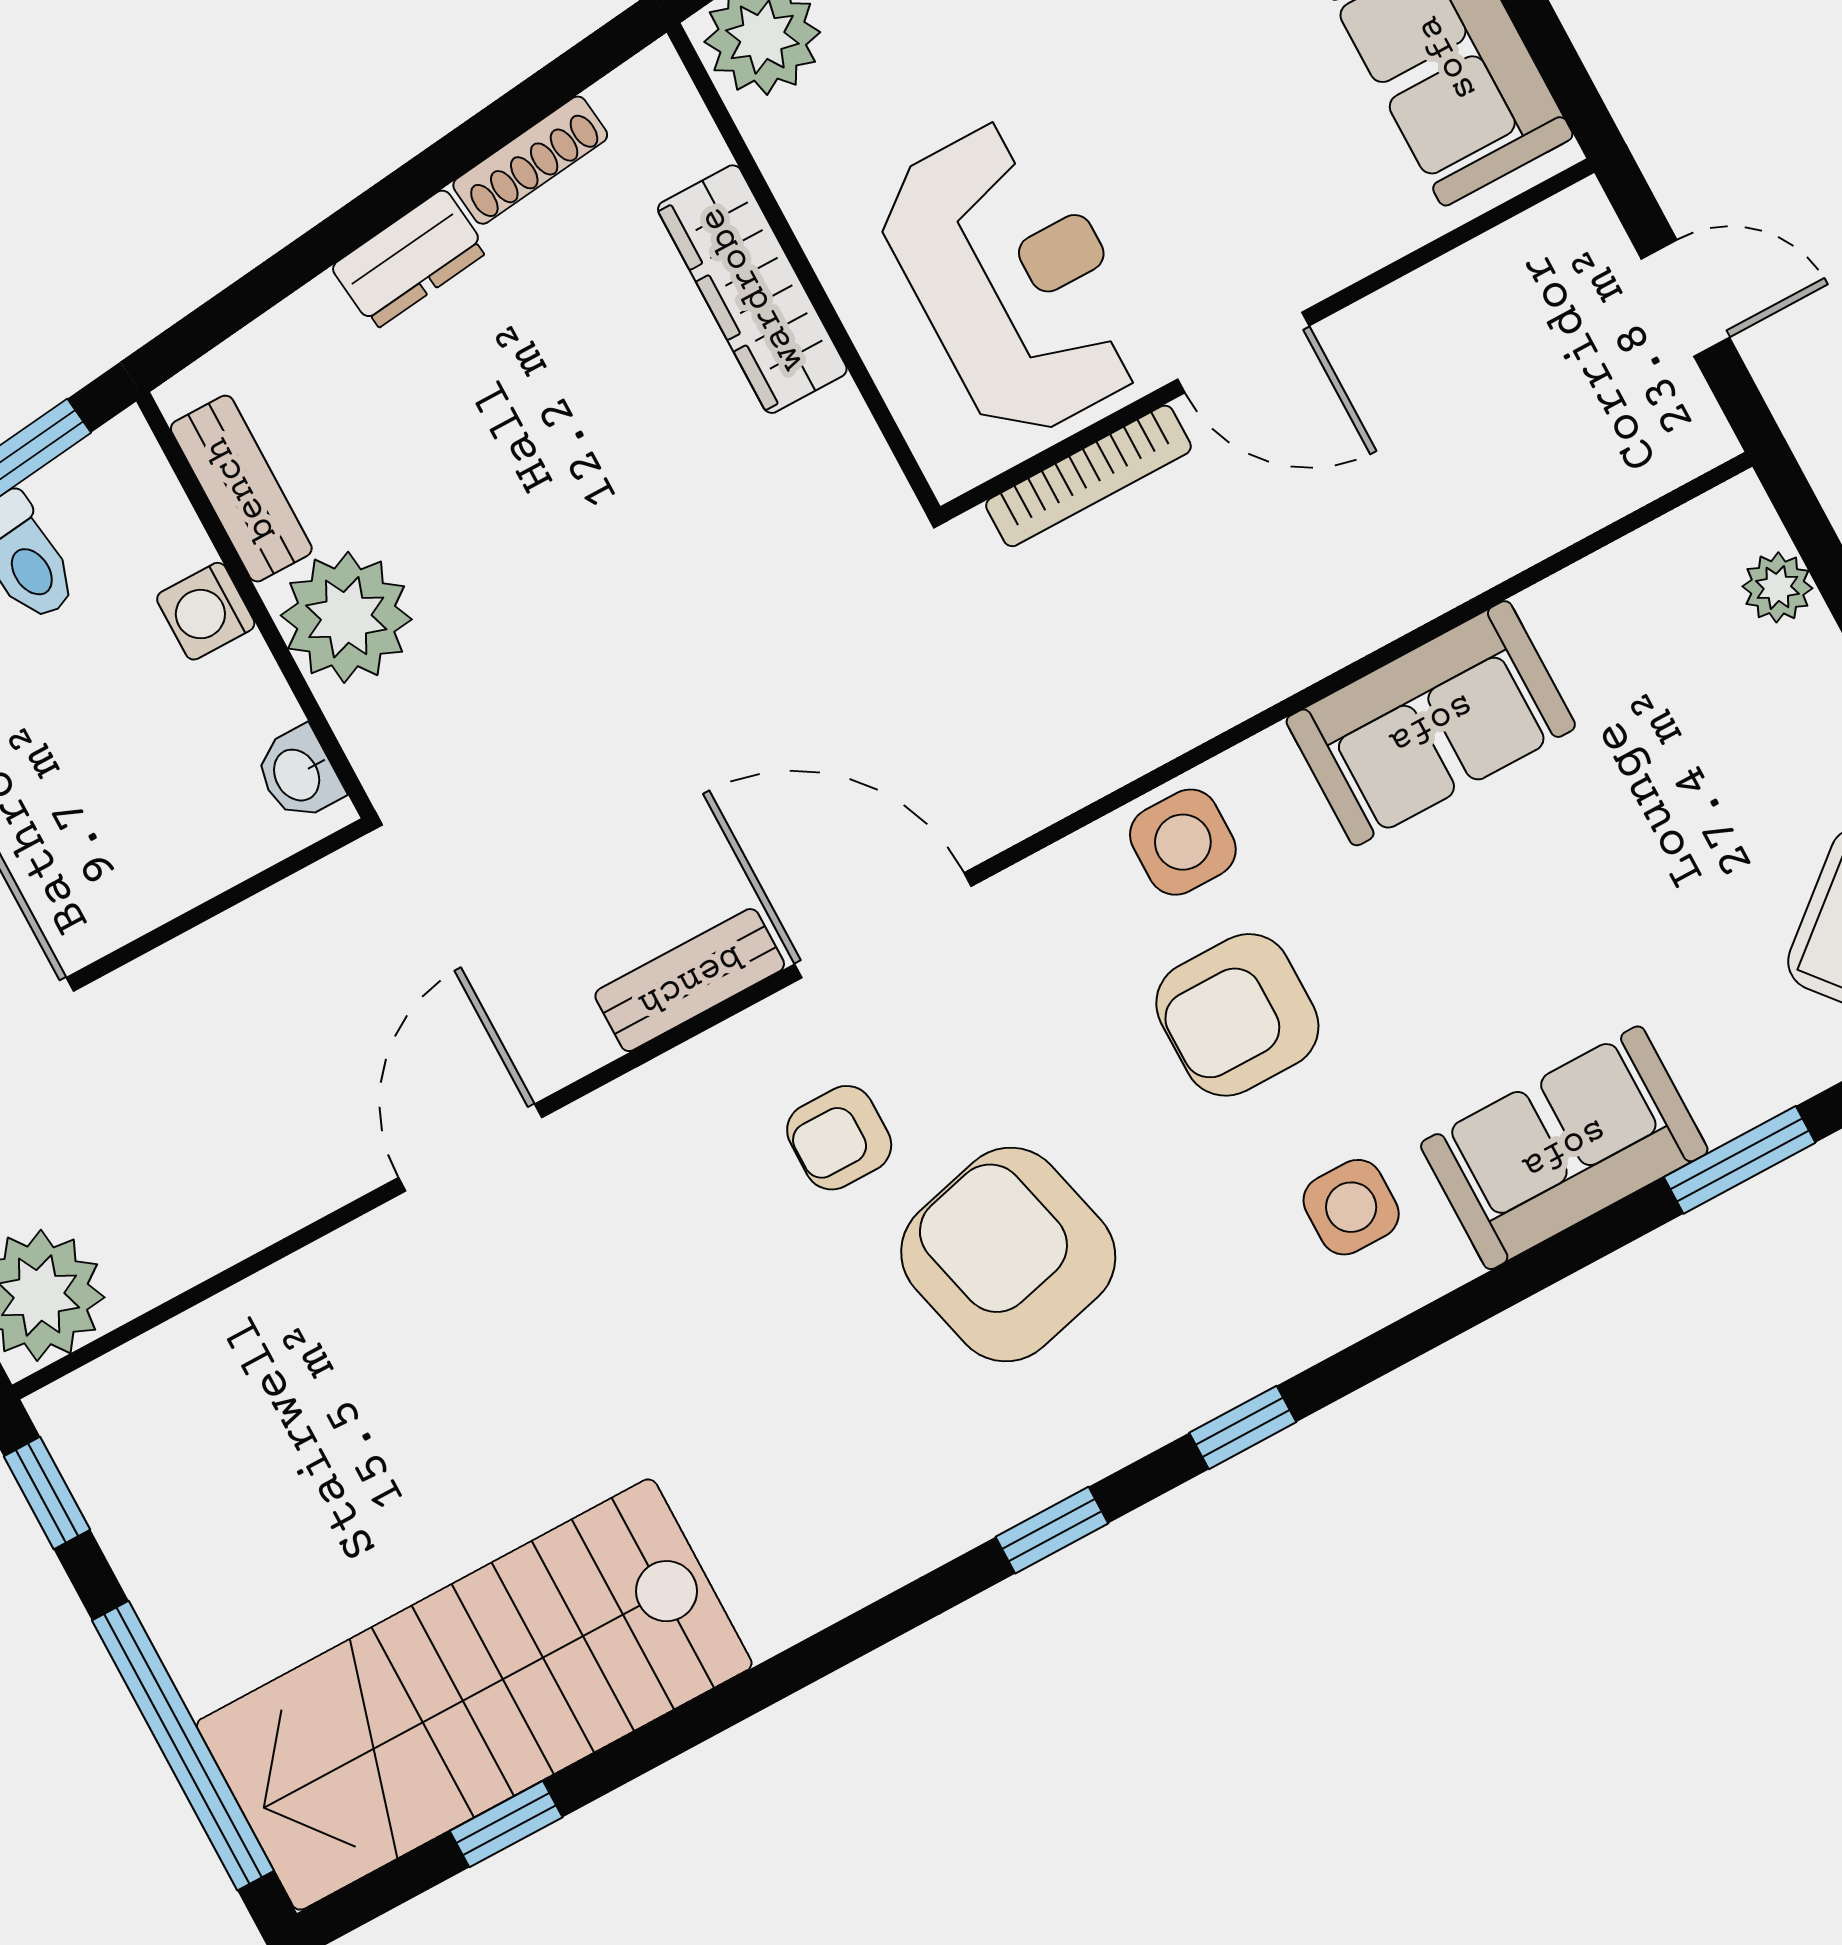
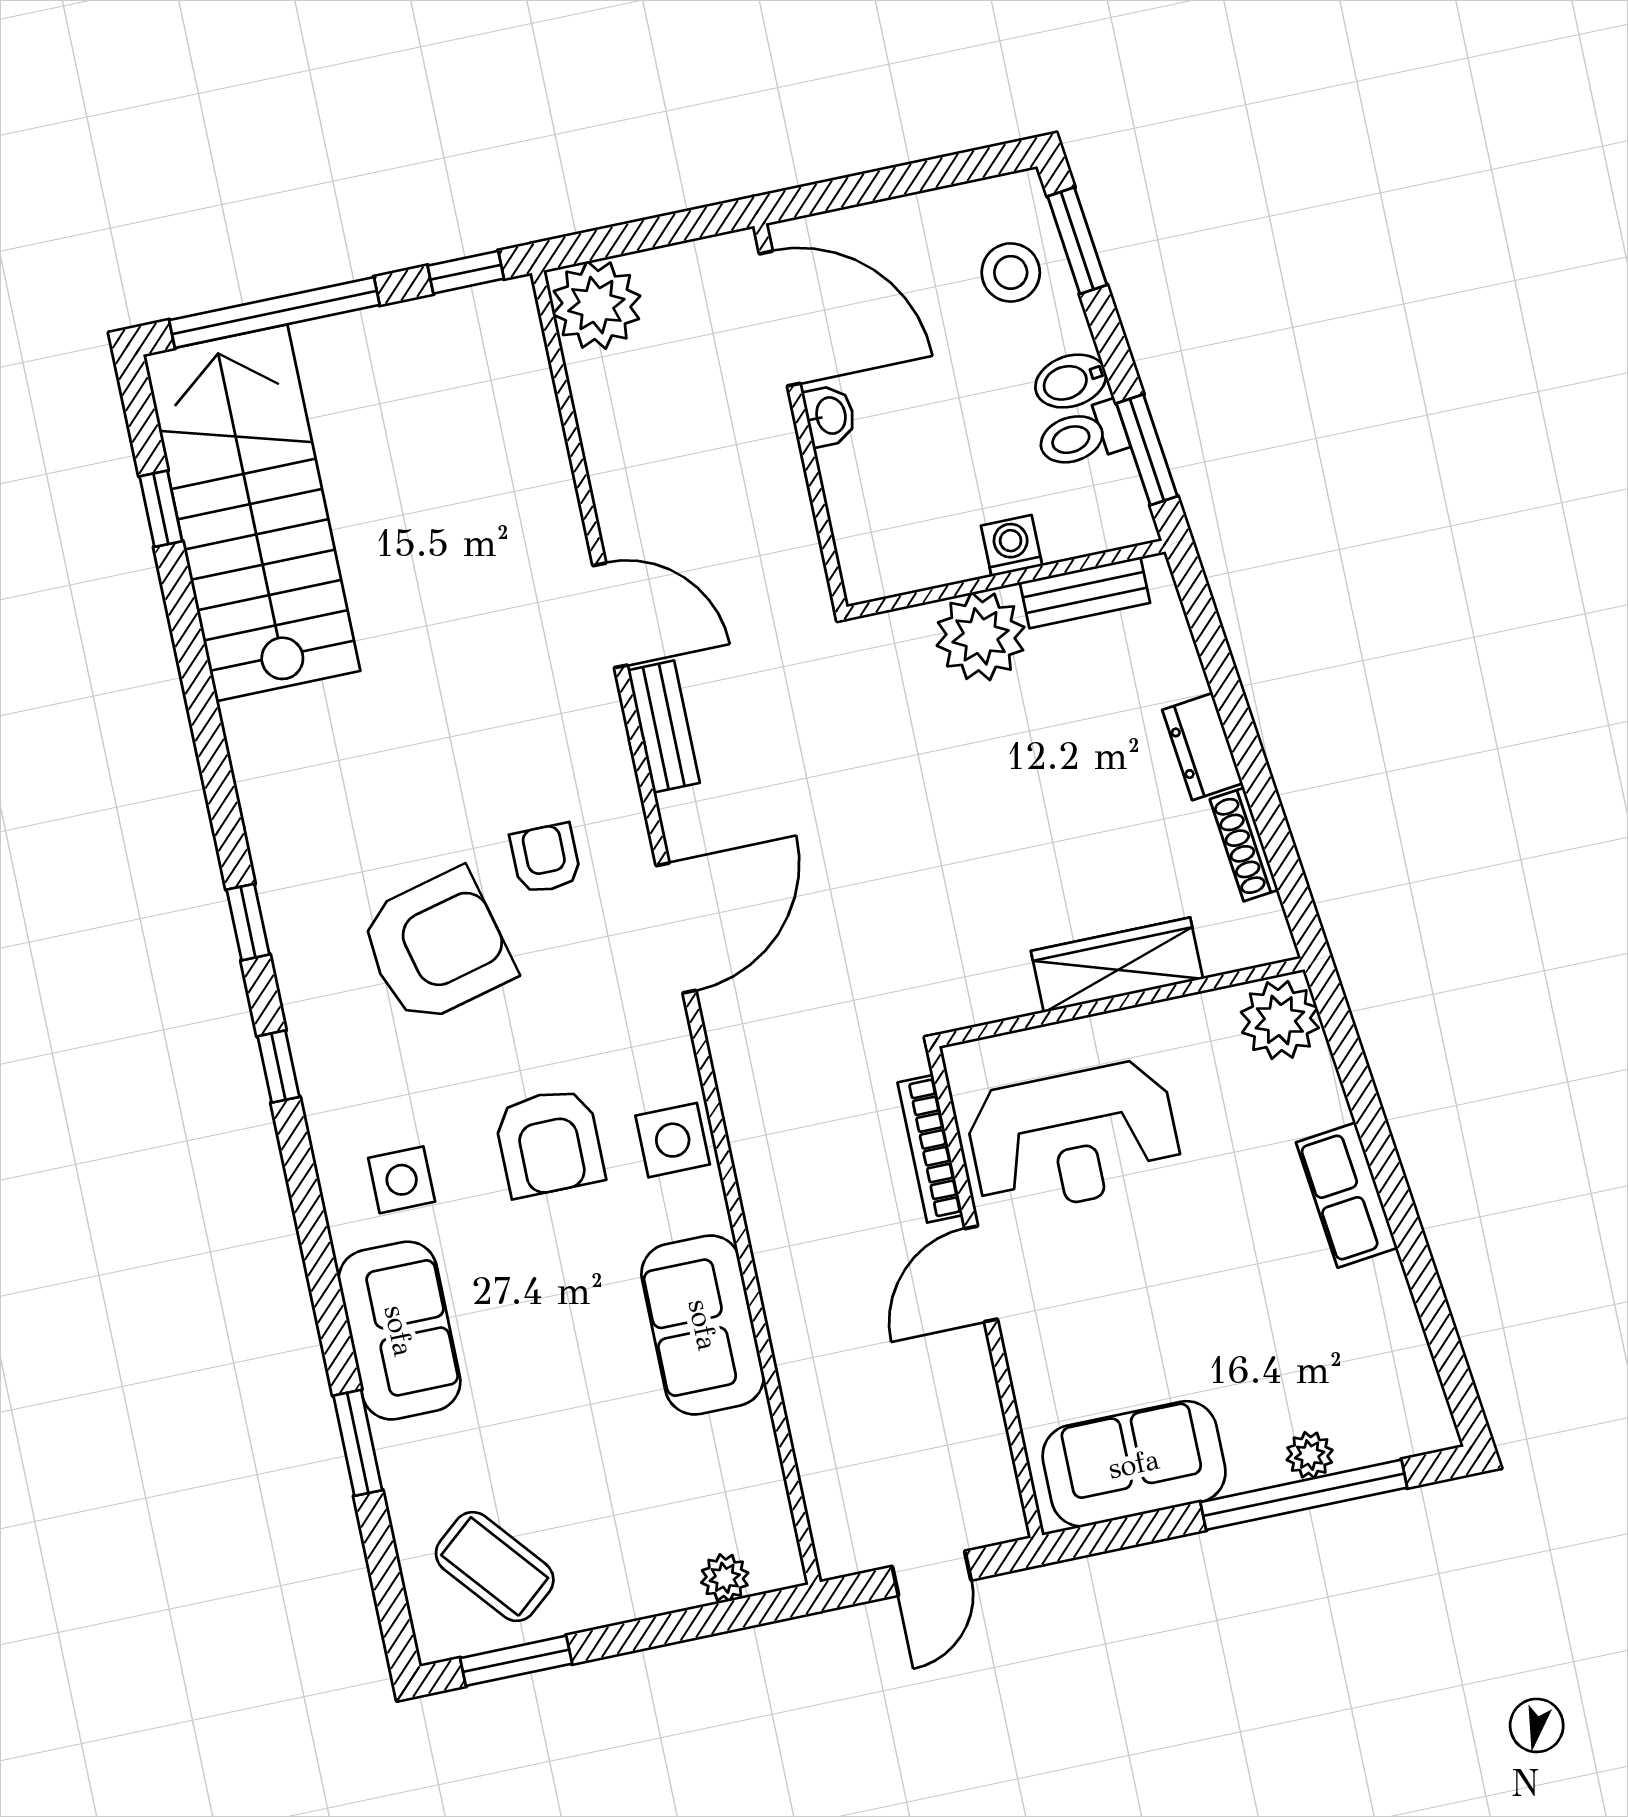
washbasin: (298, 774) -> (830, 416), moved, turned 90
bench: (690, 980) -> (664, 727), moved
armchair: (1237, 1015) -> (549, 1142), turned 180

